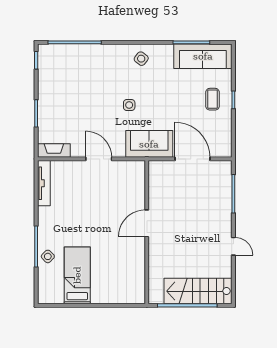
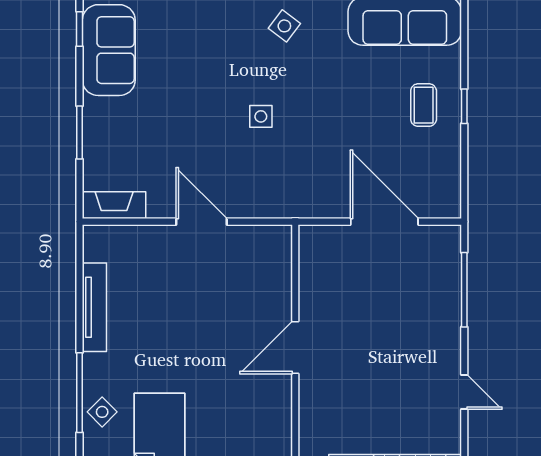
sofa: (149, 144) -> (109, 50), moved, turned 90
tv unit: (44, 183) -> (94, 307), moved

